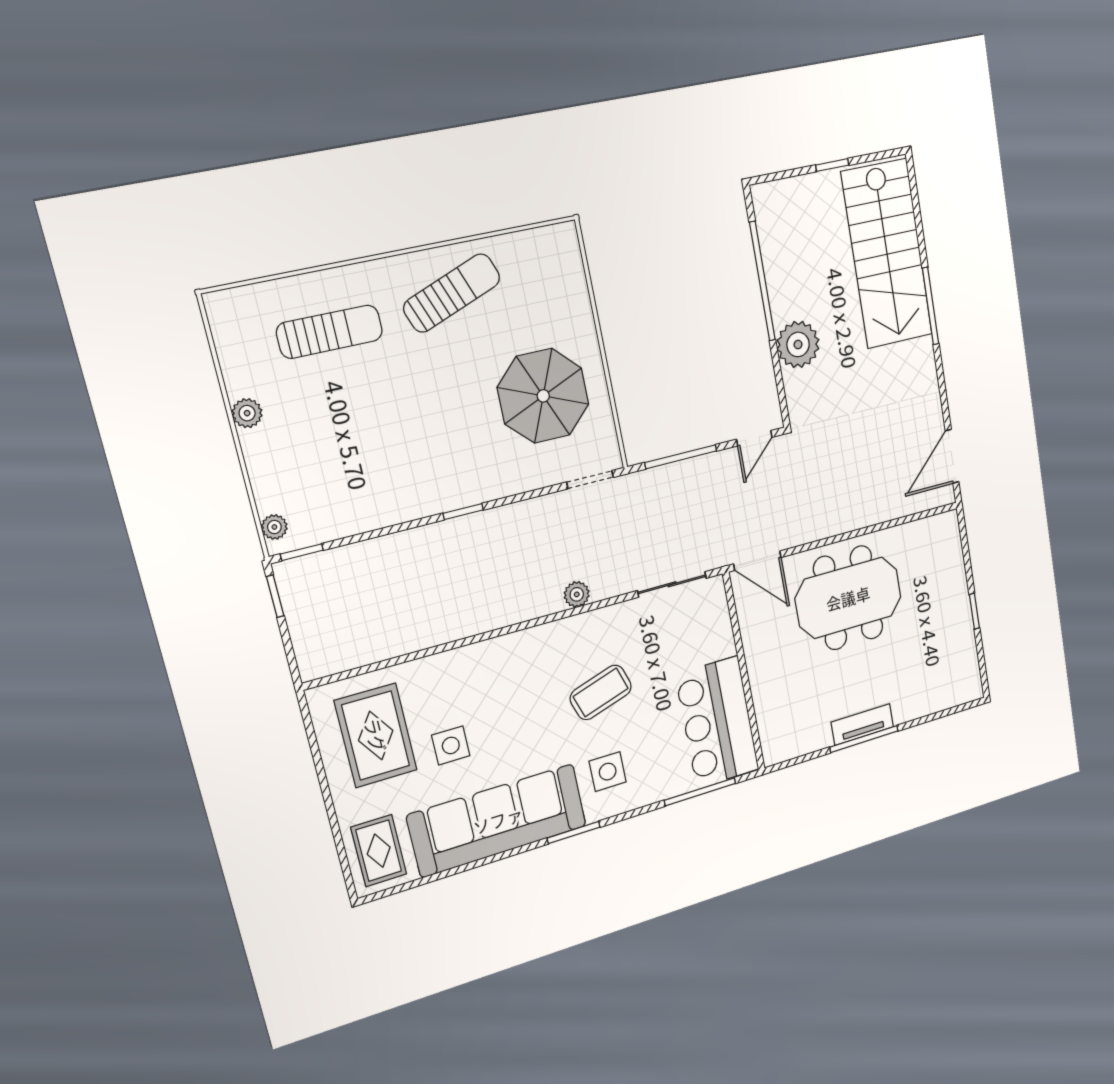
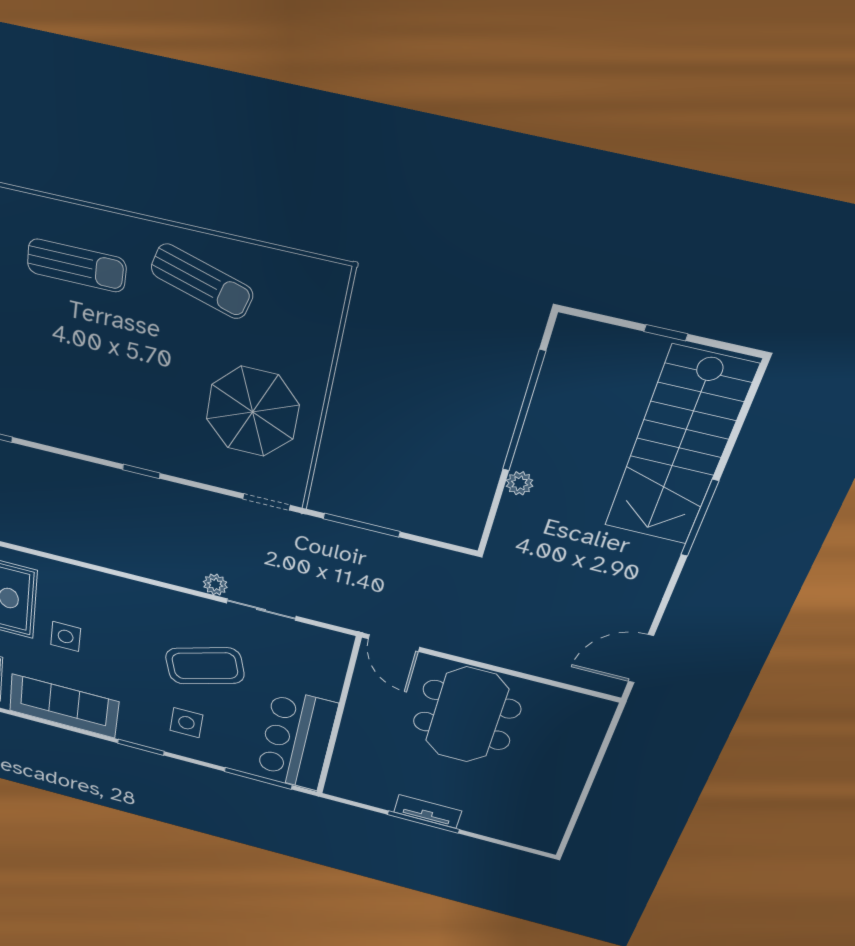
sun lounger: (452, 293) -> (202, 281), turned 37
plant: (798, 344) -> (520, 483), width x0.53, depth x0.53
door: (754, 438) -> (442, 545), removed
sliding door: (672, 584) -> (261, 610), moved
meeting table: (848, 598) -> (467, 715), turned 90
window: (974, 611) -> (587, 789), removed
coffee table: (601, 692) -> (205, 666), width x1.36, depth x1.32
sofa: (498, 820) -> (64, 706), width x0.74, depth x0.79

